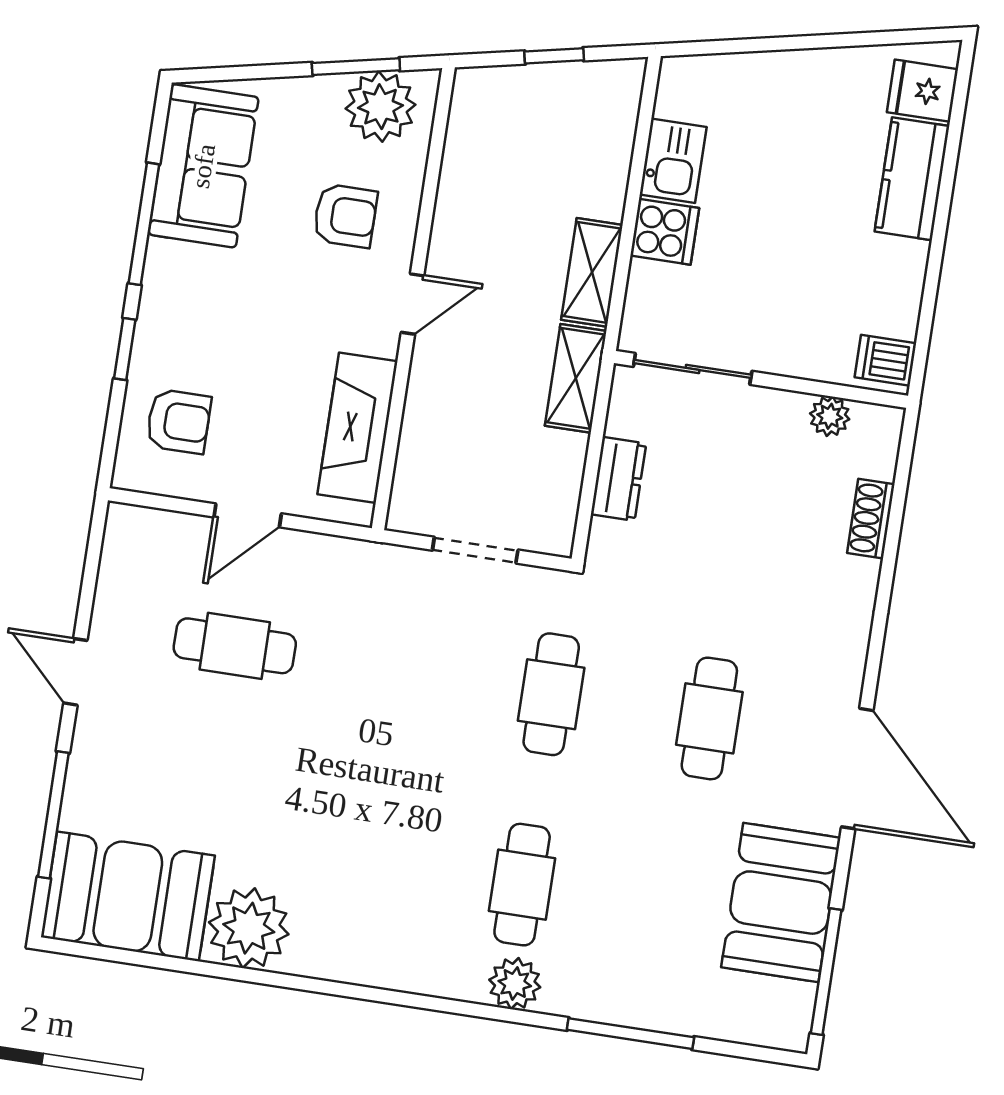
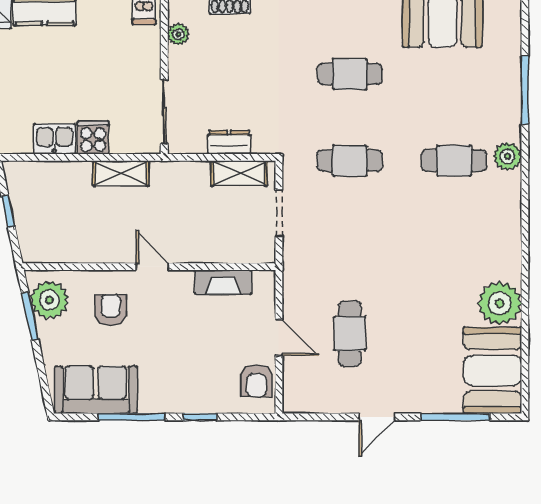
shelving: (576, 378) -> (239, 173), moved
armchair: (179, 421) -> (256, 381), moved, turned 180
fireplace: (358, 428) -> (223, 282), width x0.73, depth x0.76

